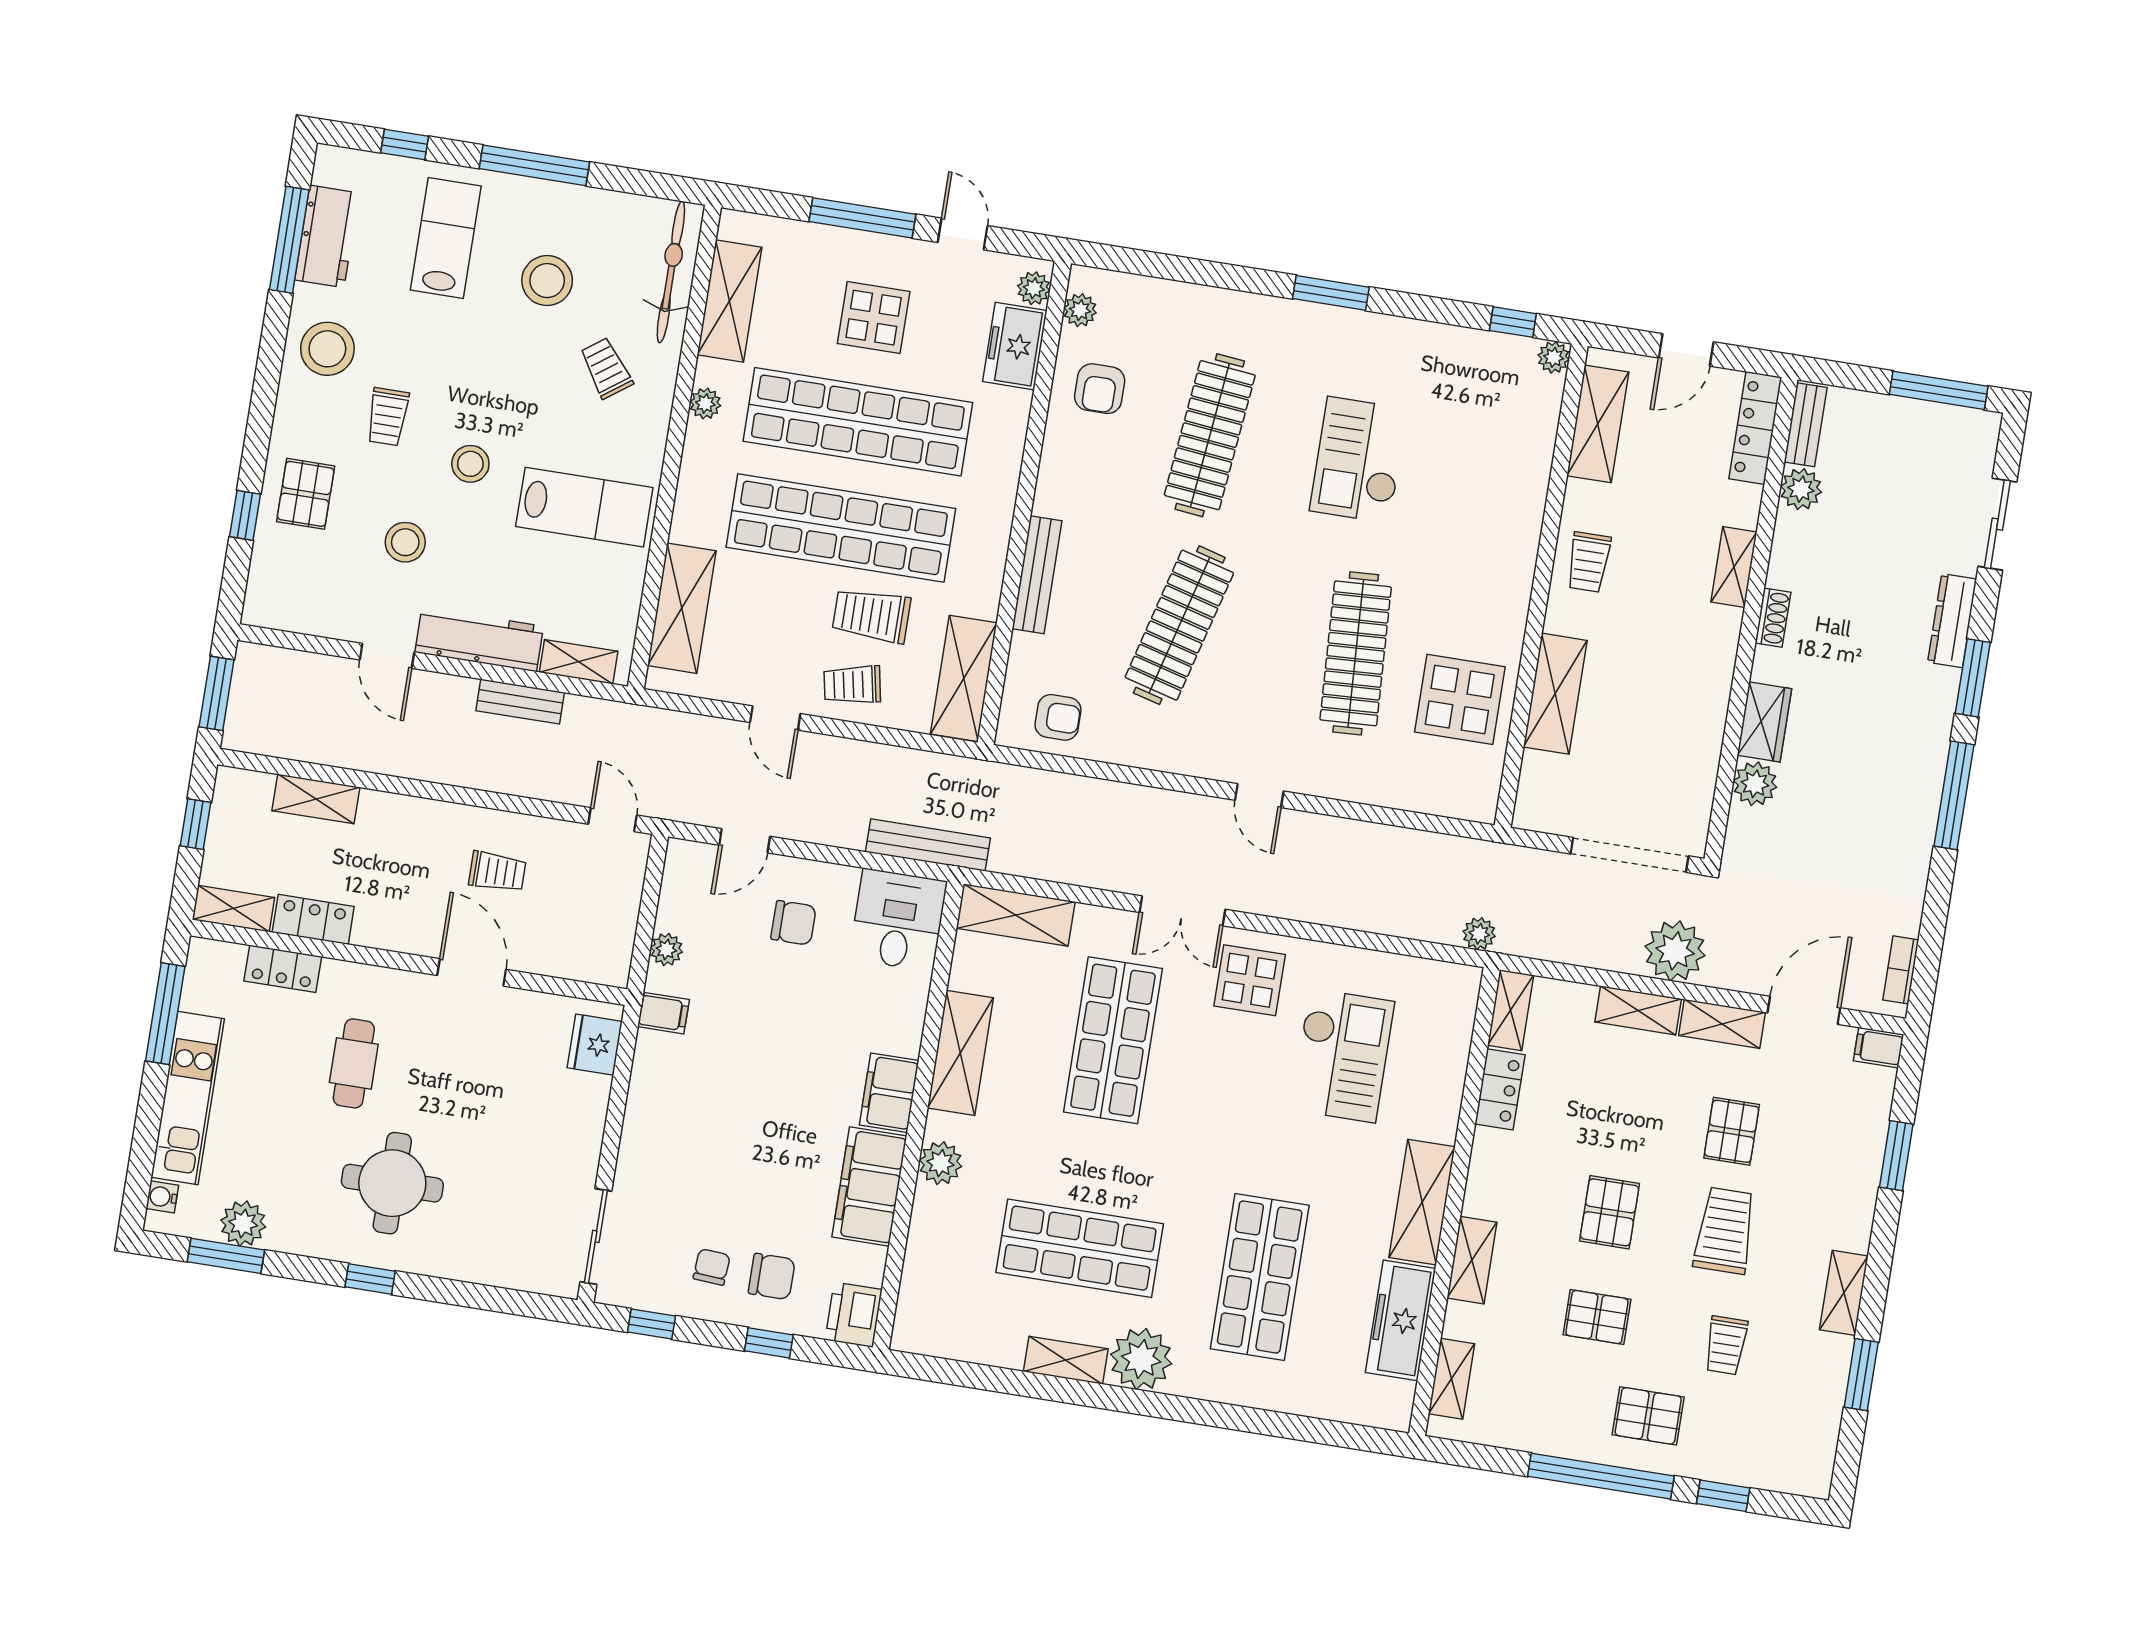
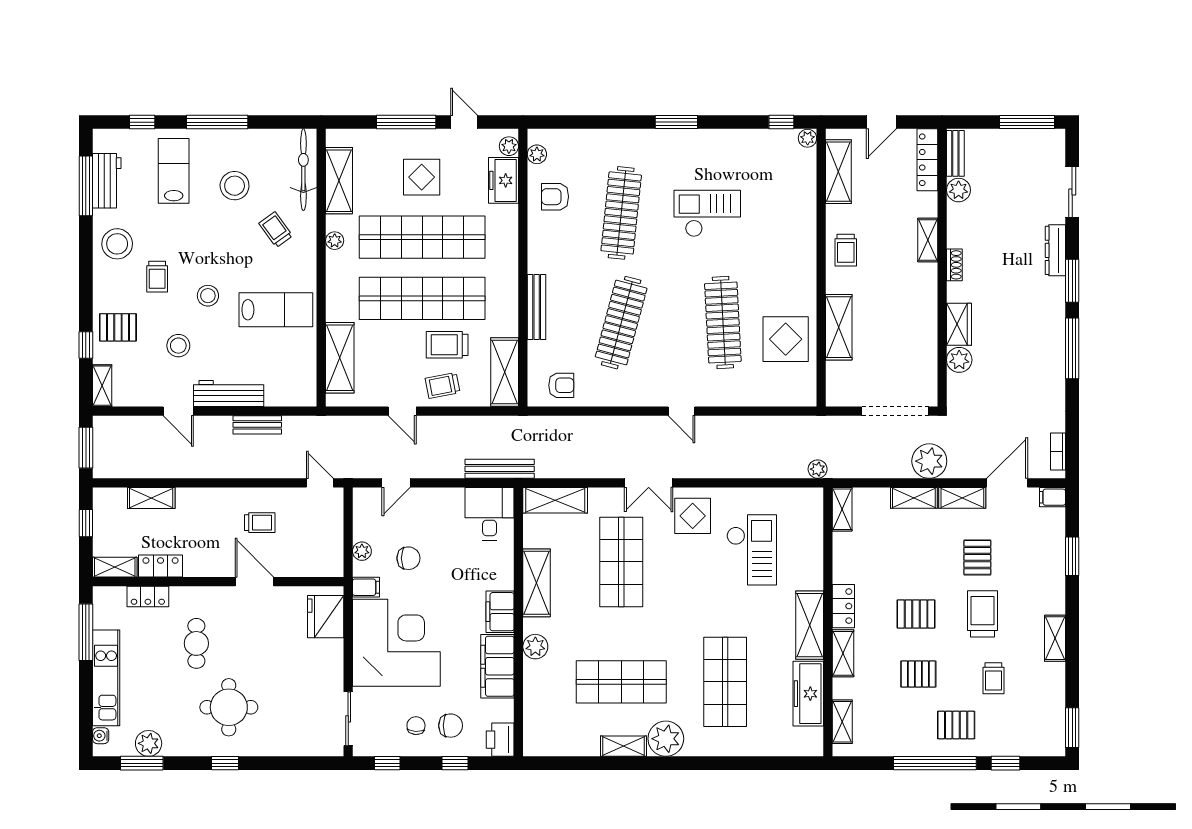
armchair: (1100, 389) -> (555, 197), turned 90
checkout: (1359, 460) -> (707, 213), turned 90
pallet: (306, 494) -> (118, 327), turned 90
shelving: (579, 662) -> (102, 386), moved, turned 90
chair: (794, 923) -> (408, 558), moved
fridge: (595, 1045) -> (326, 617), width x1.36, depth x1.34
locker: (1500, 1089) -> (843, 606), moved
corner desk: (701, 1118) -> (396, 643), added
pallet: (1610, 1212) -> (916, 614), turned 90
window: (1861, 1375) -> (1072, 728), moved

